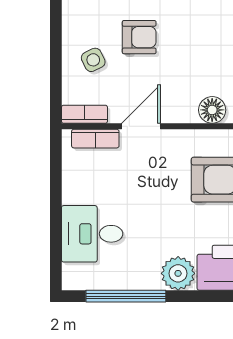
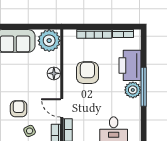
window: (126, 296) -> (144, 87), moved

